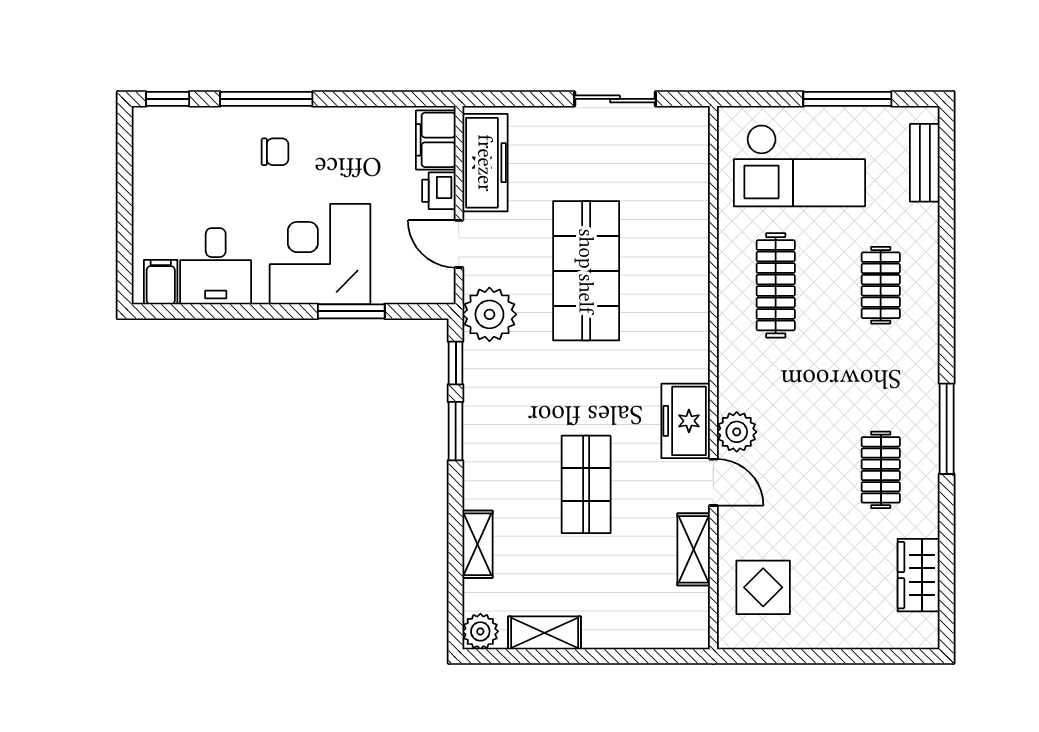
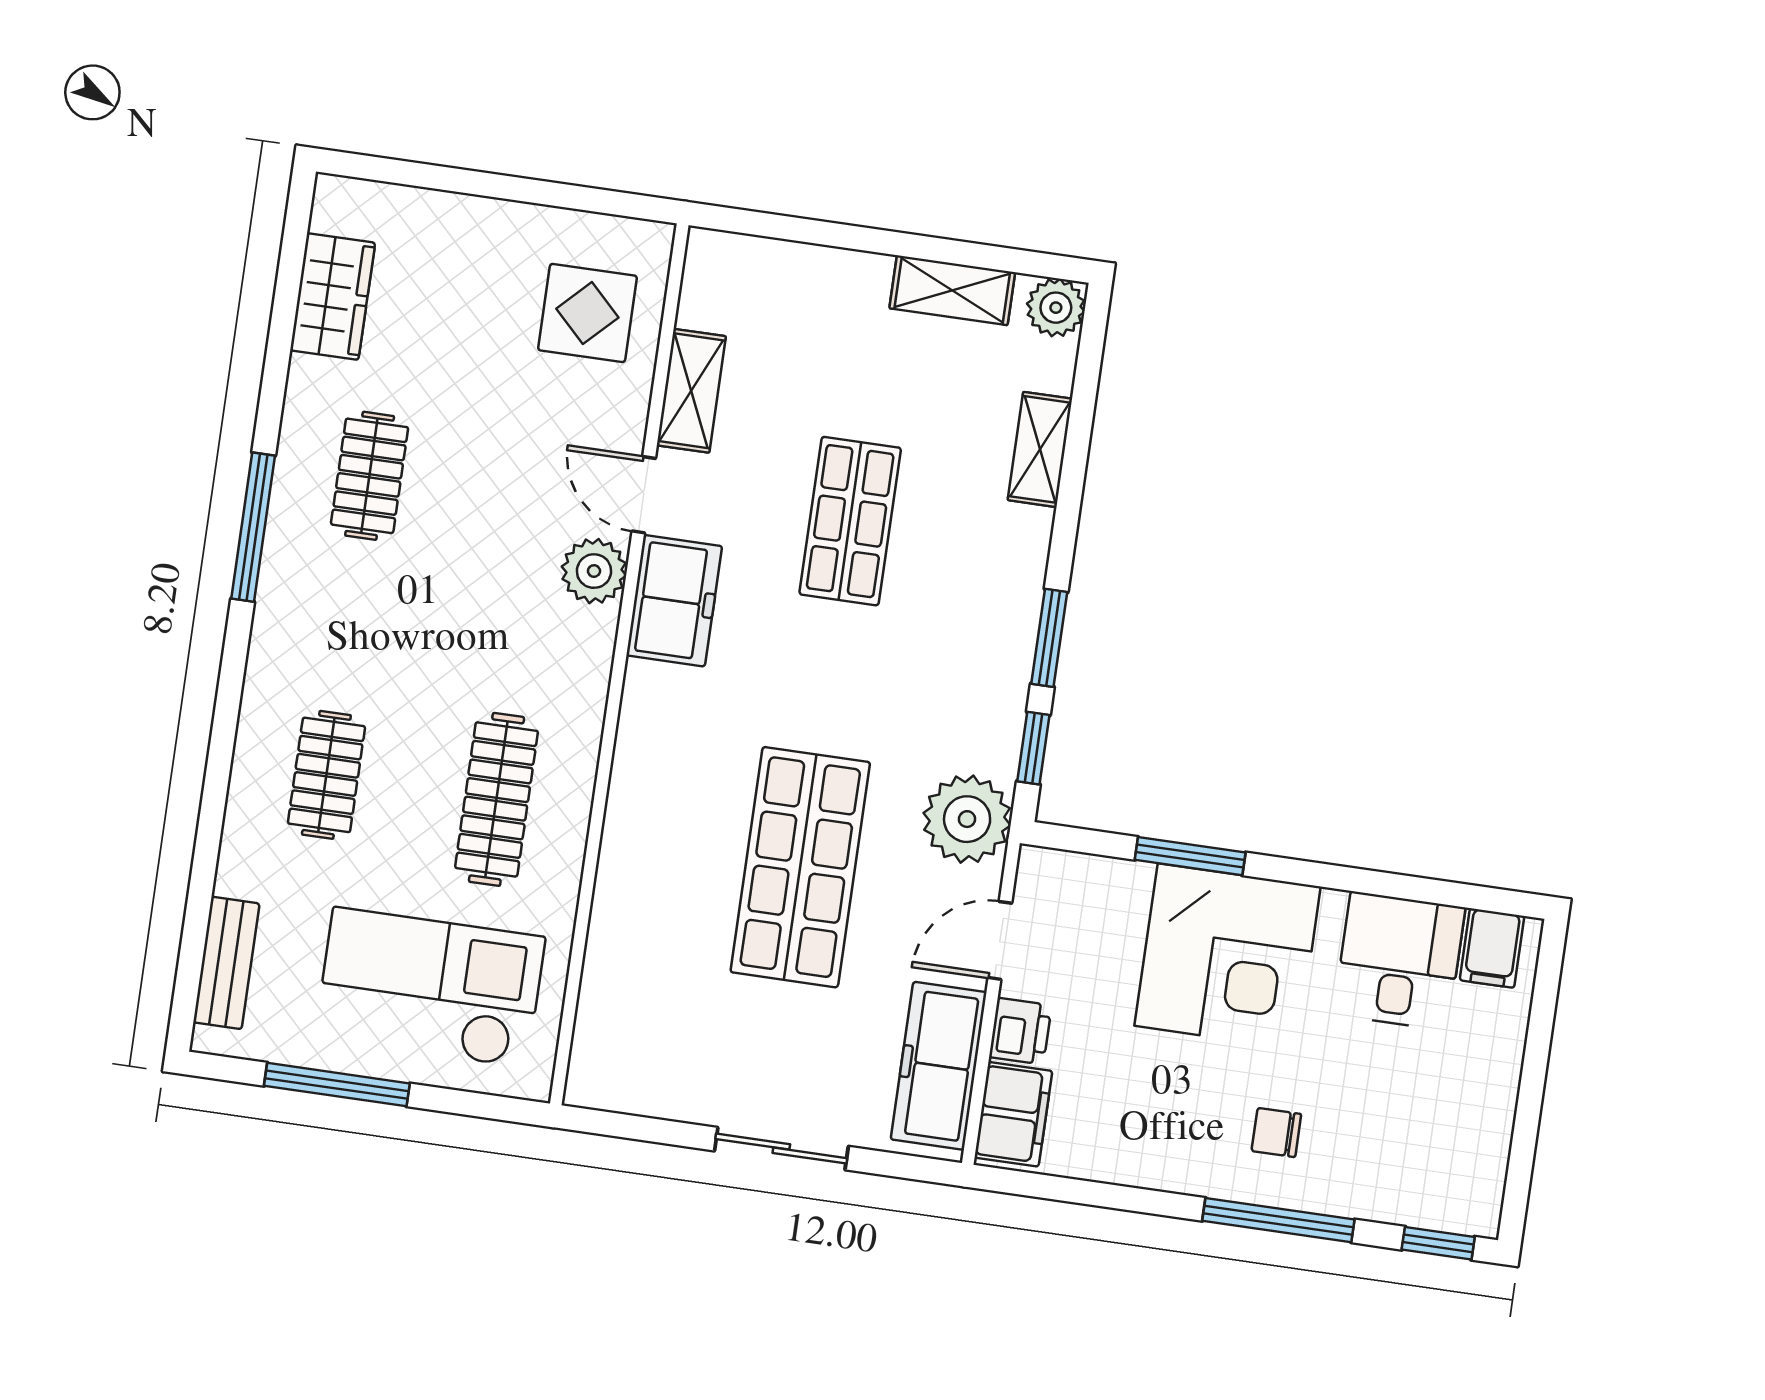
sliding door: (615, 99) -> (781, 1149), moved
door: (459, 244) -> (1000, 940), swing flipped

